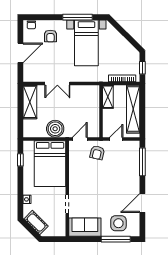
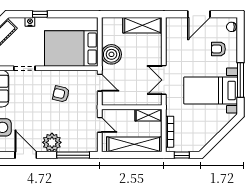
door: (20, 53) -> (199, 14), hinge flipped
double door: (57, 83) -> (164, 80), moved
armchair: (97, 153) -> (61, 94), moved
window: (20, 160) -> (40, 14), moved
plant: (131, 180) -> (52, 142), added

